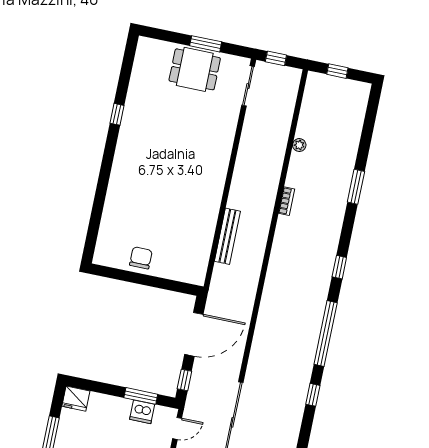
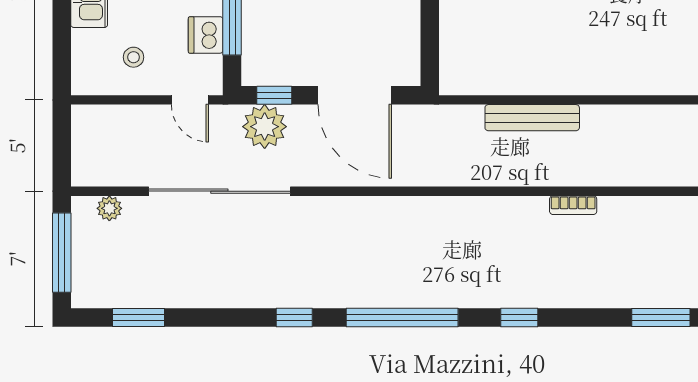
bookcase: (286, 201) -> (573, 205), moved
plant: (201, 389) -> (265, 127), added

